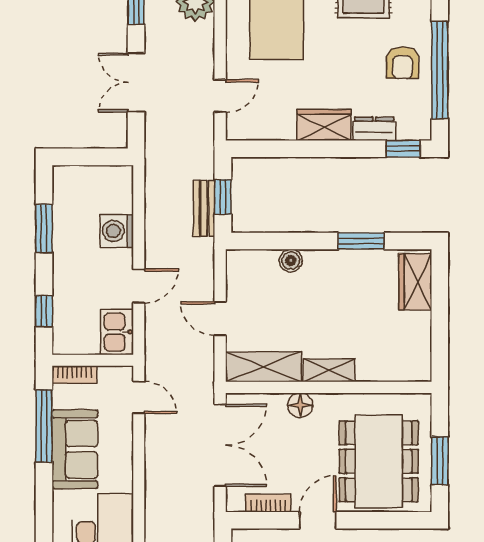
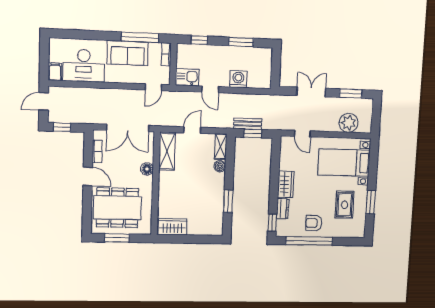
wardrobe: (415, 282) -> (172, 227), moved
shelving: (329, 370) -> (221, 147), moved

